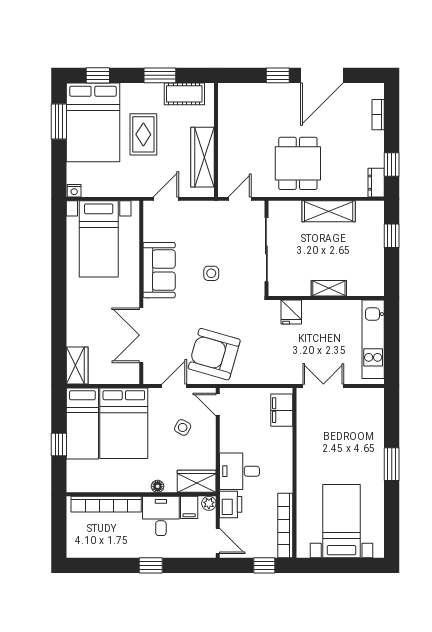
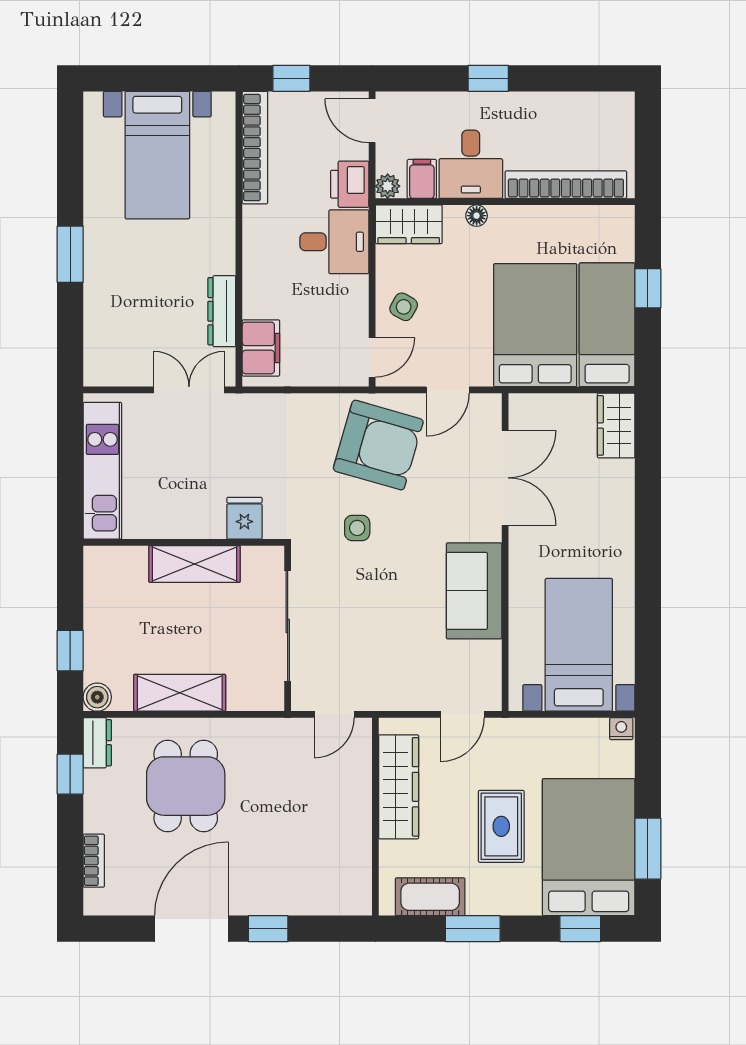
dining table: (298, 163) -> (186, 786), moved
boiler: (376, 209) -> (97, 697), added
side table: (211, 273) -> (357, 528), moved
shelving: (329, 288) -> (195, 564), width x1.50, depth x1.33
double door: (323, 386) -> (189, 390), swing flipped
door: (218, 405) -> (372, 357), hinge flipped
side table: (183, 427) -> (404, 307), moved
dresser: (304, 431) -> (222, 311), added

